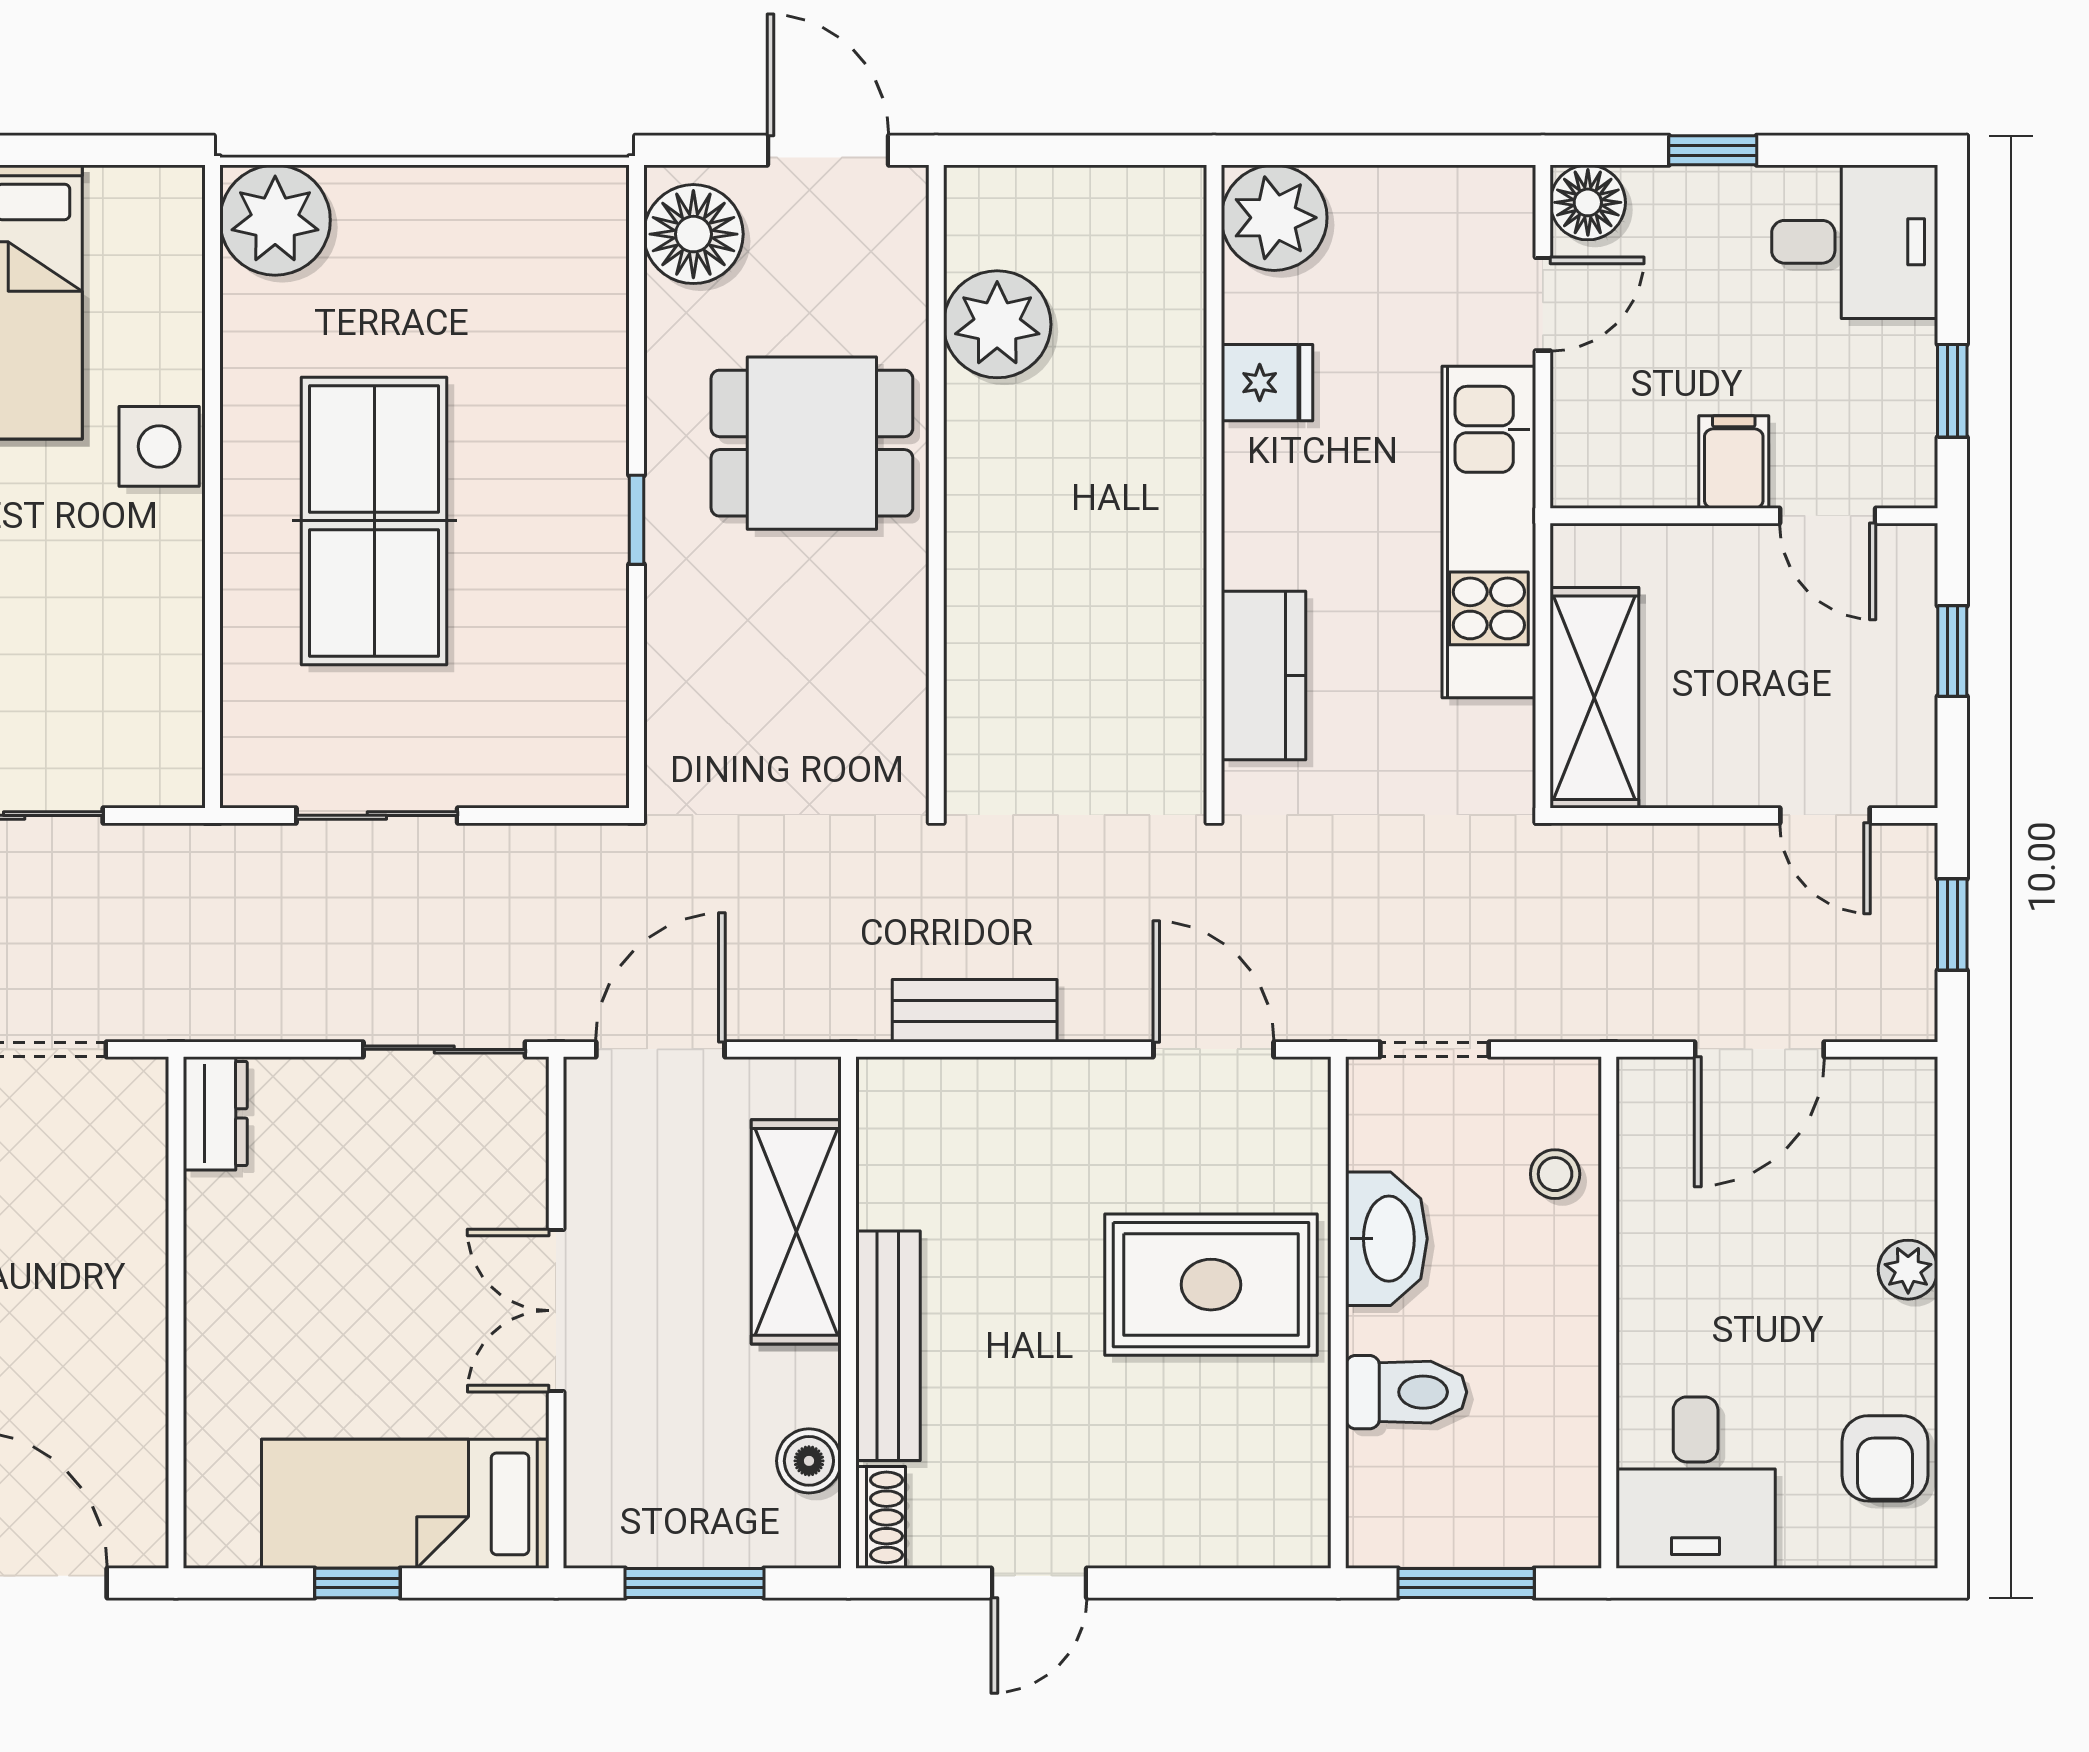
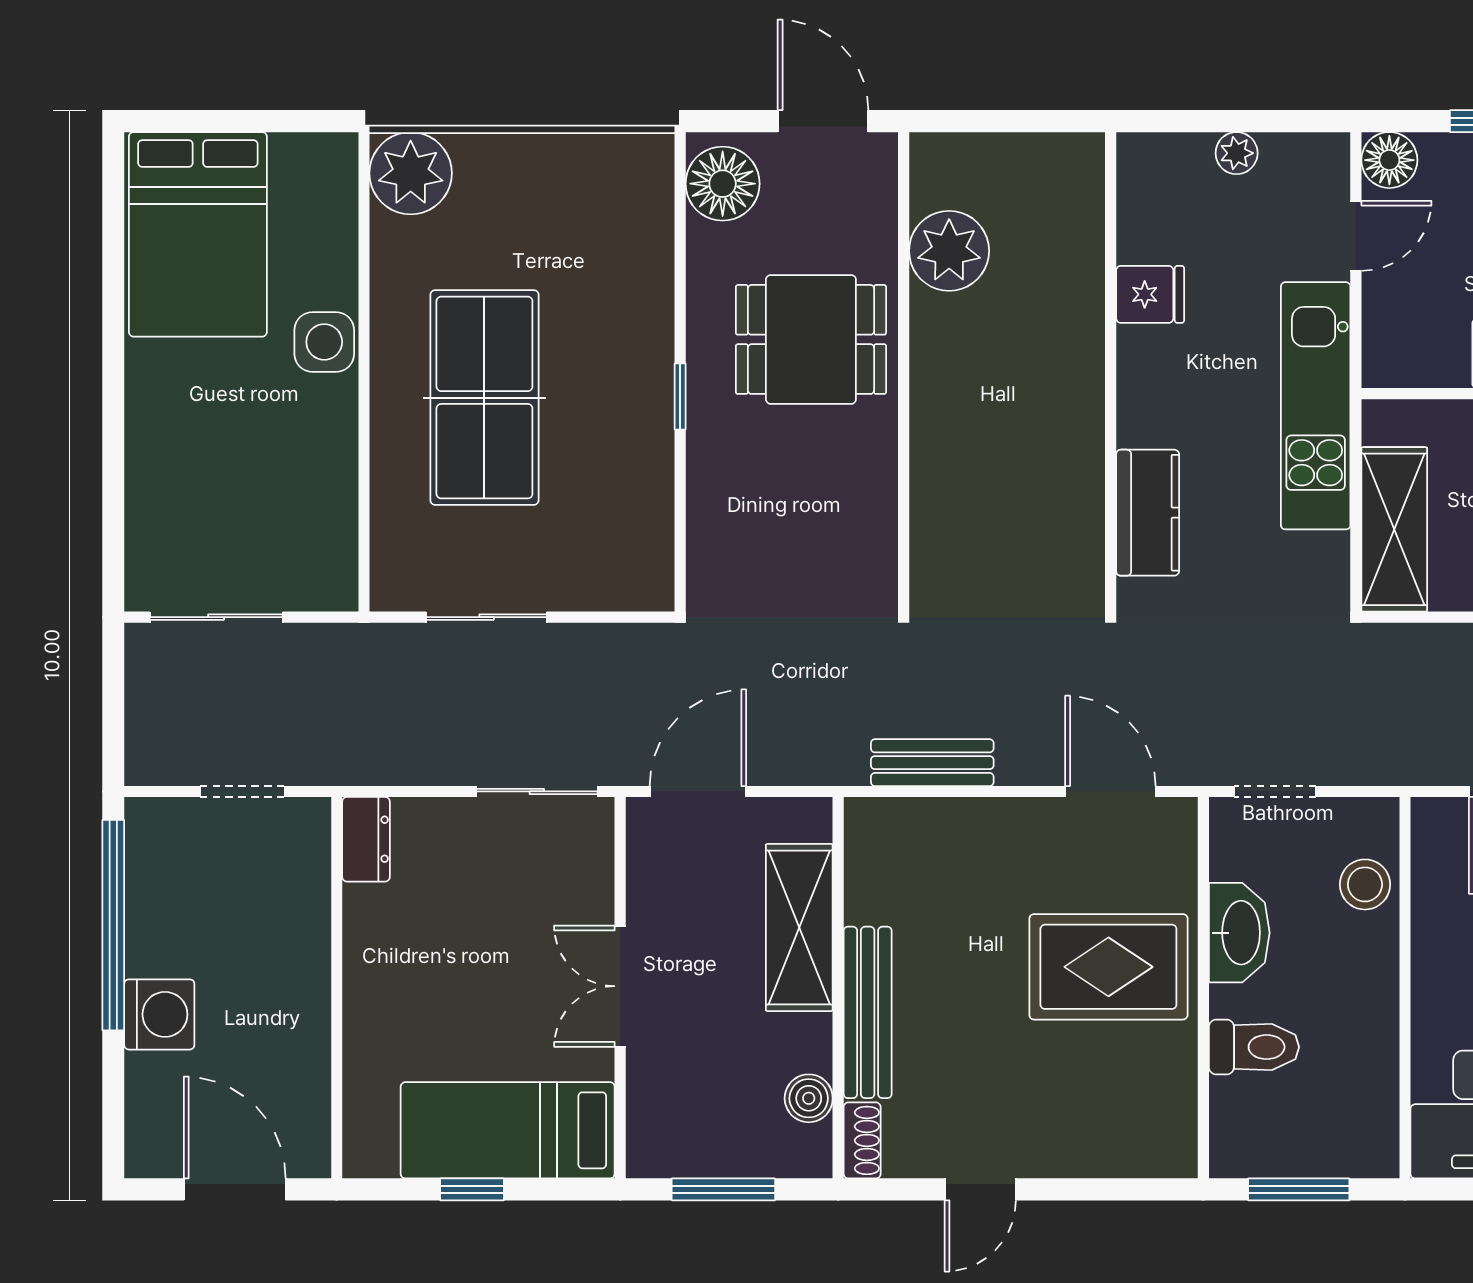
plant: (1274, 218) -> (1237, 153), moved, width x0.53, depth x0.53
stool: (1555, 1174) -> (1365, 884), width x1.37, depth x1.37

